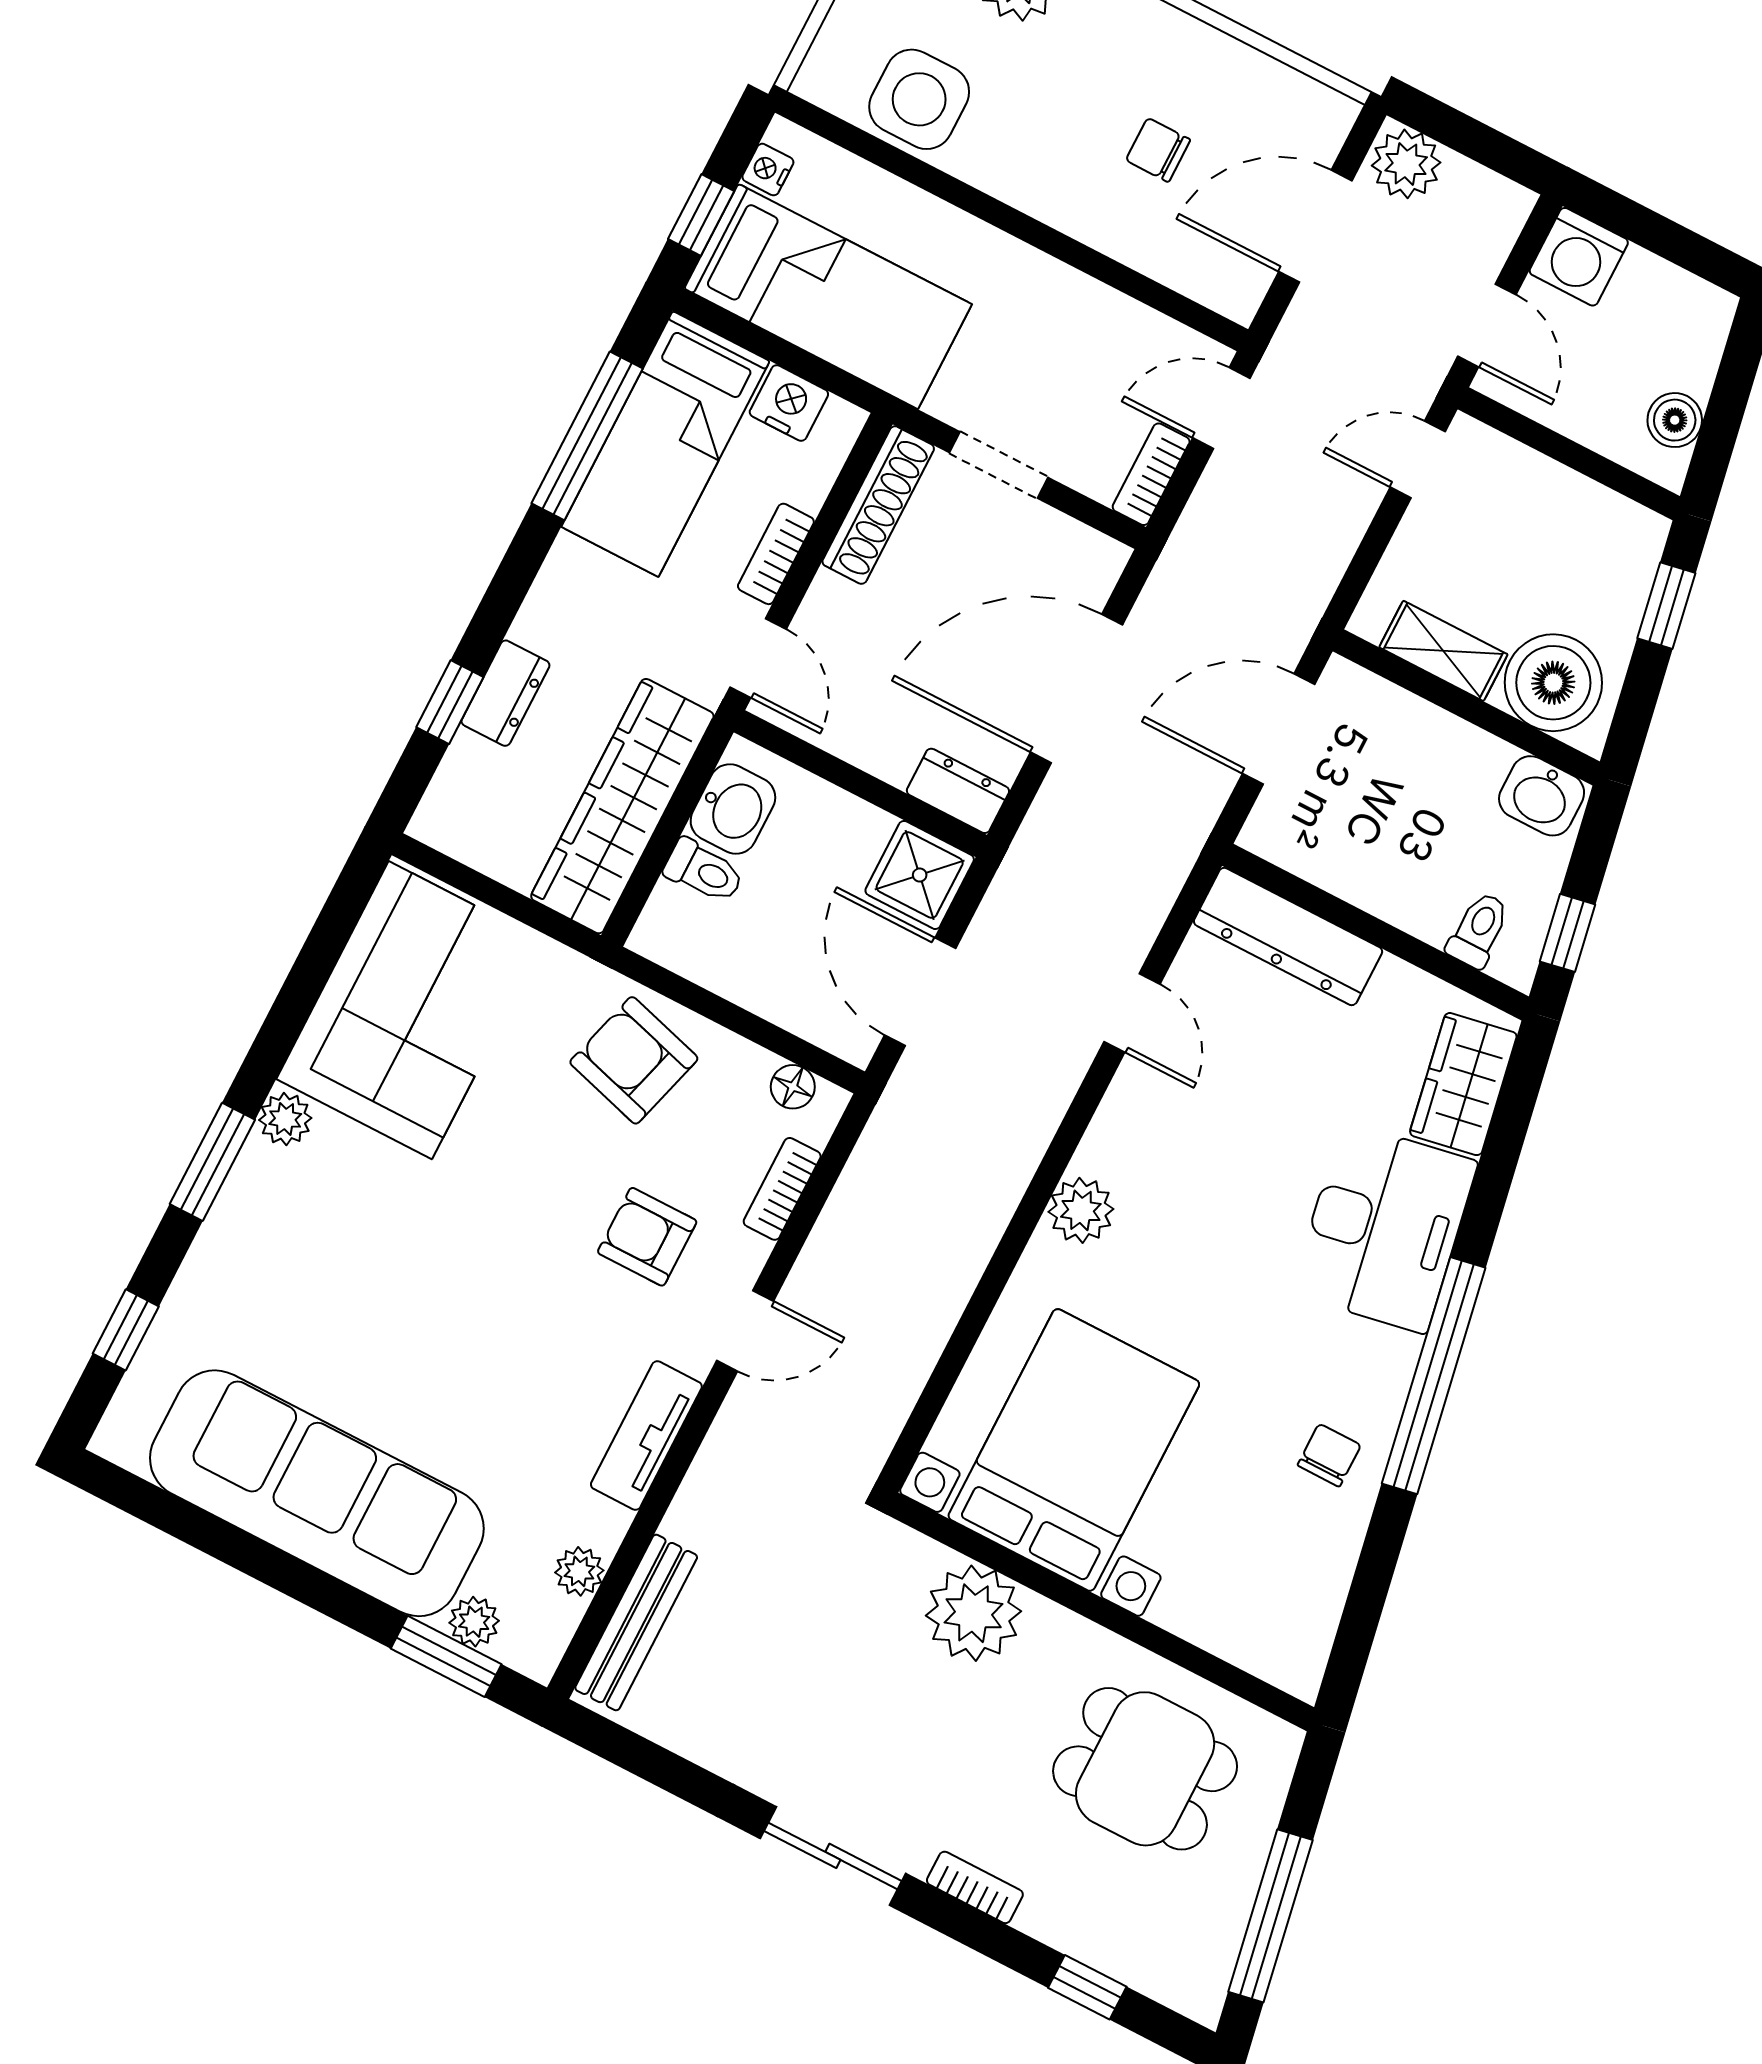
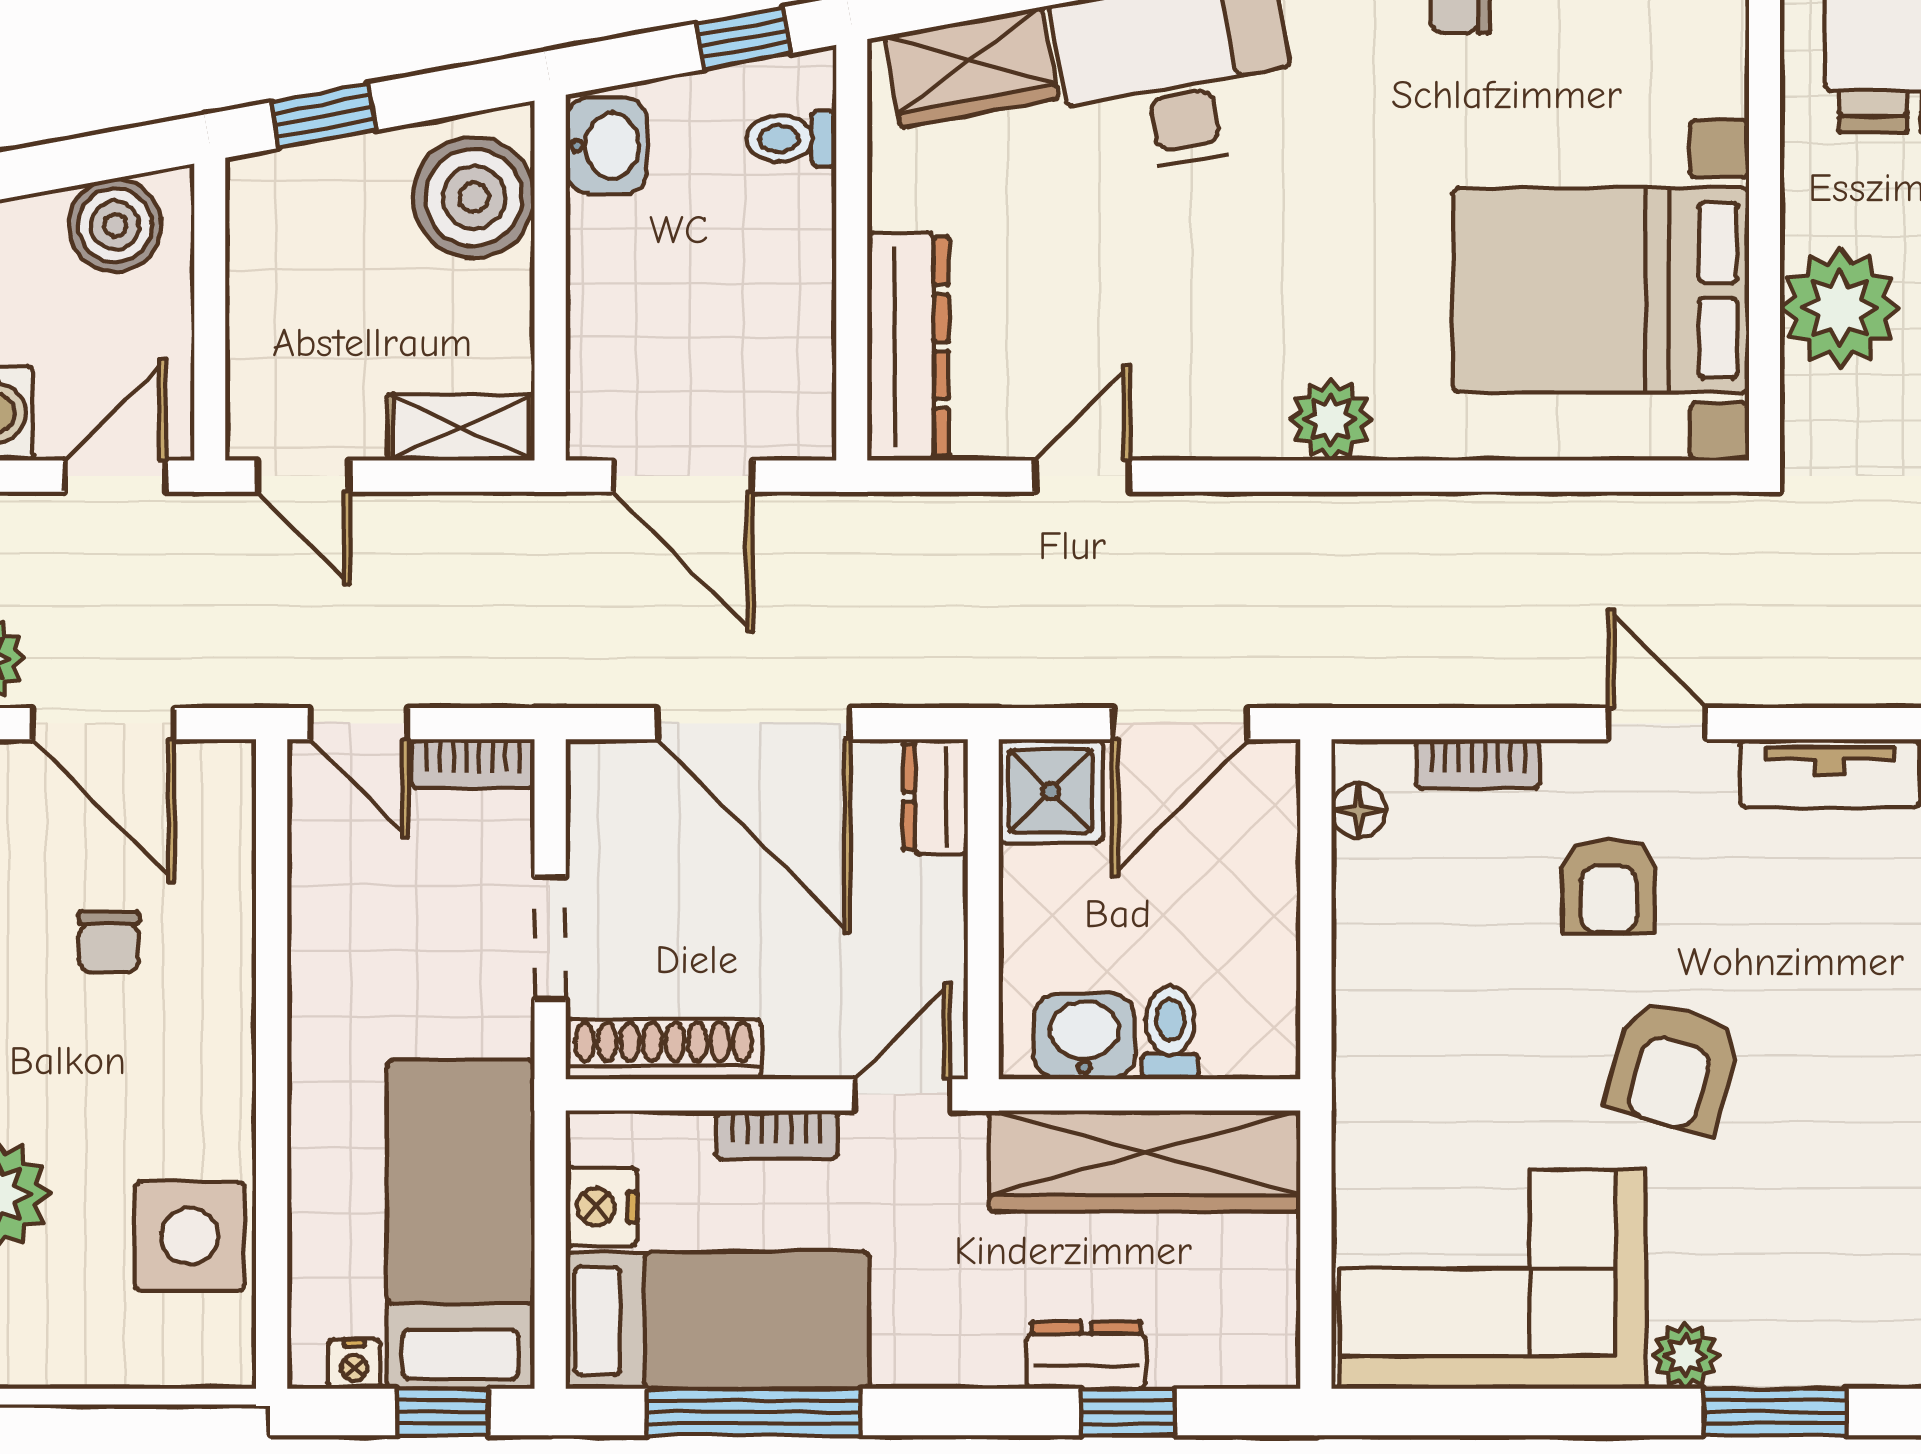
boiler: (1675, 420) -> (115, 225), width x1.36, depth x1.36
shelving: (1443, 651) -> (461, 428), moved, turned 90
armchair: (634, 1060) -> (1674, 1066), moved

